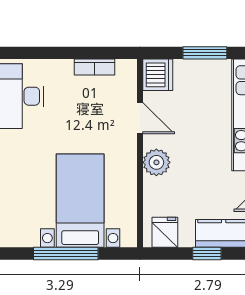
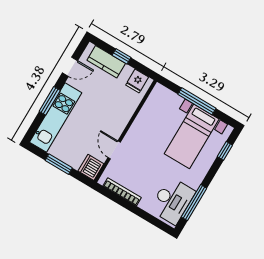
bookcase: (94, 67) -> (122, 192), width x1.56
plant: (156, 162) -> (119, 121), removed
bed with nightstands: (80, 201) -> (192, 136), moved

